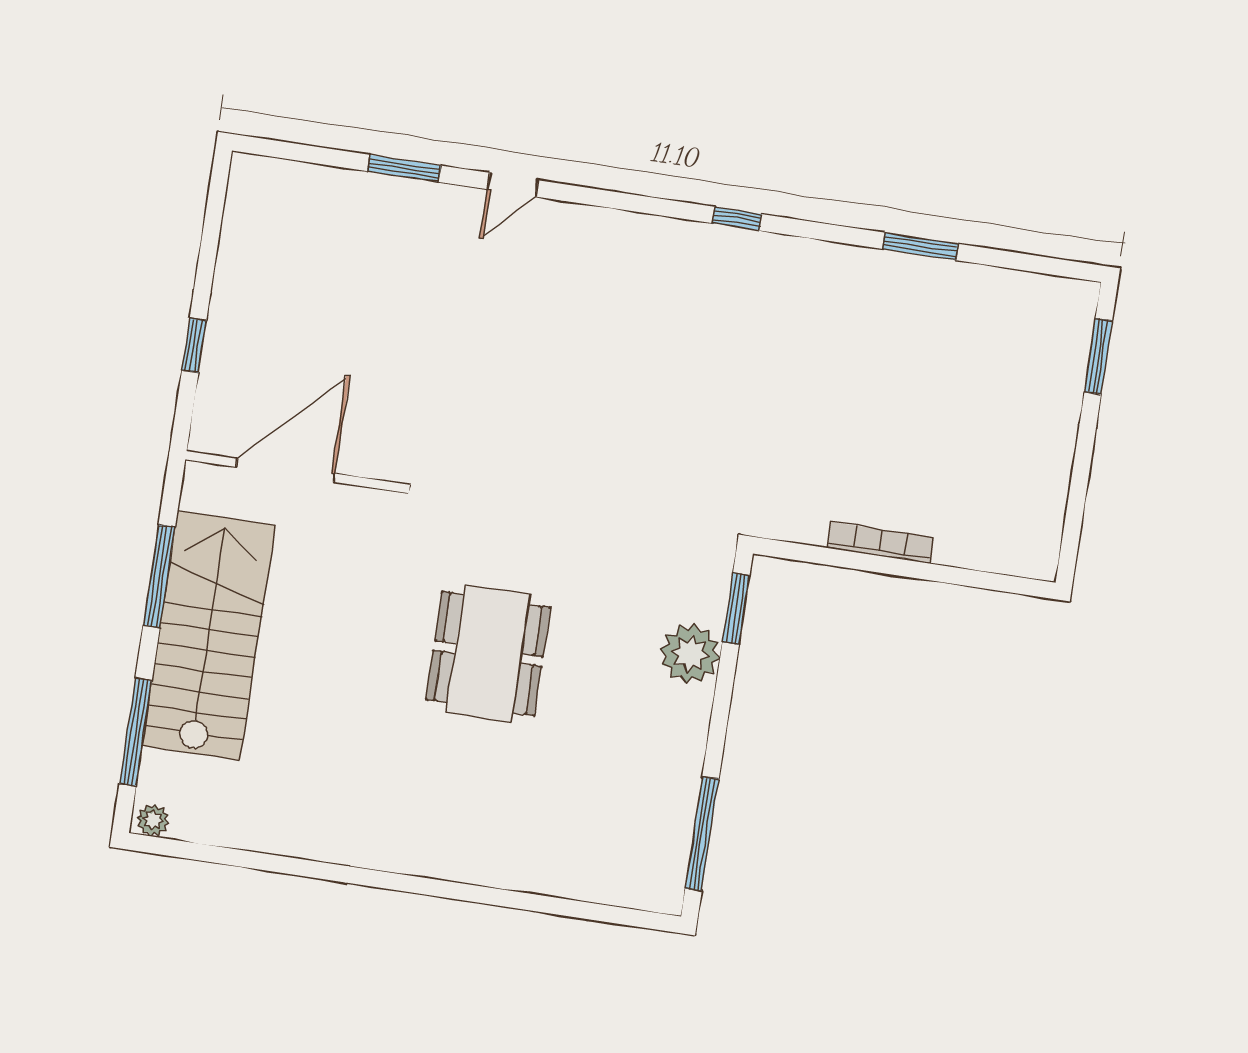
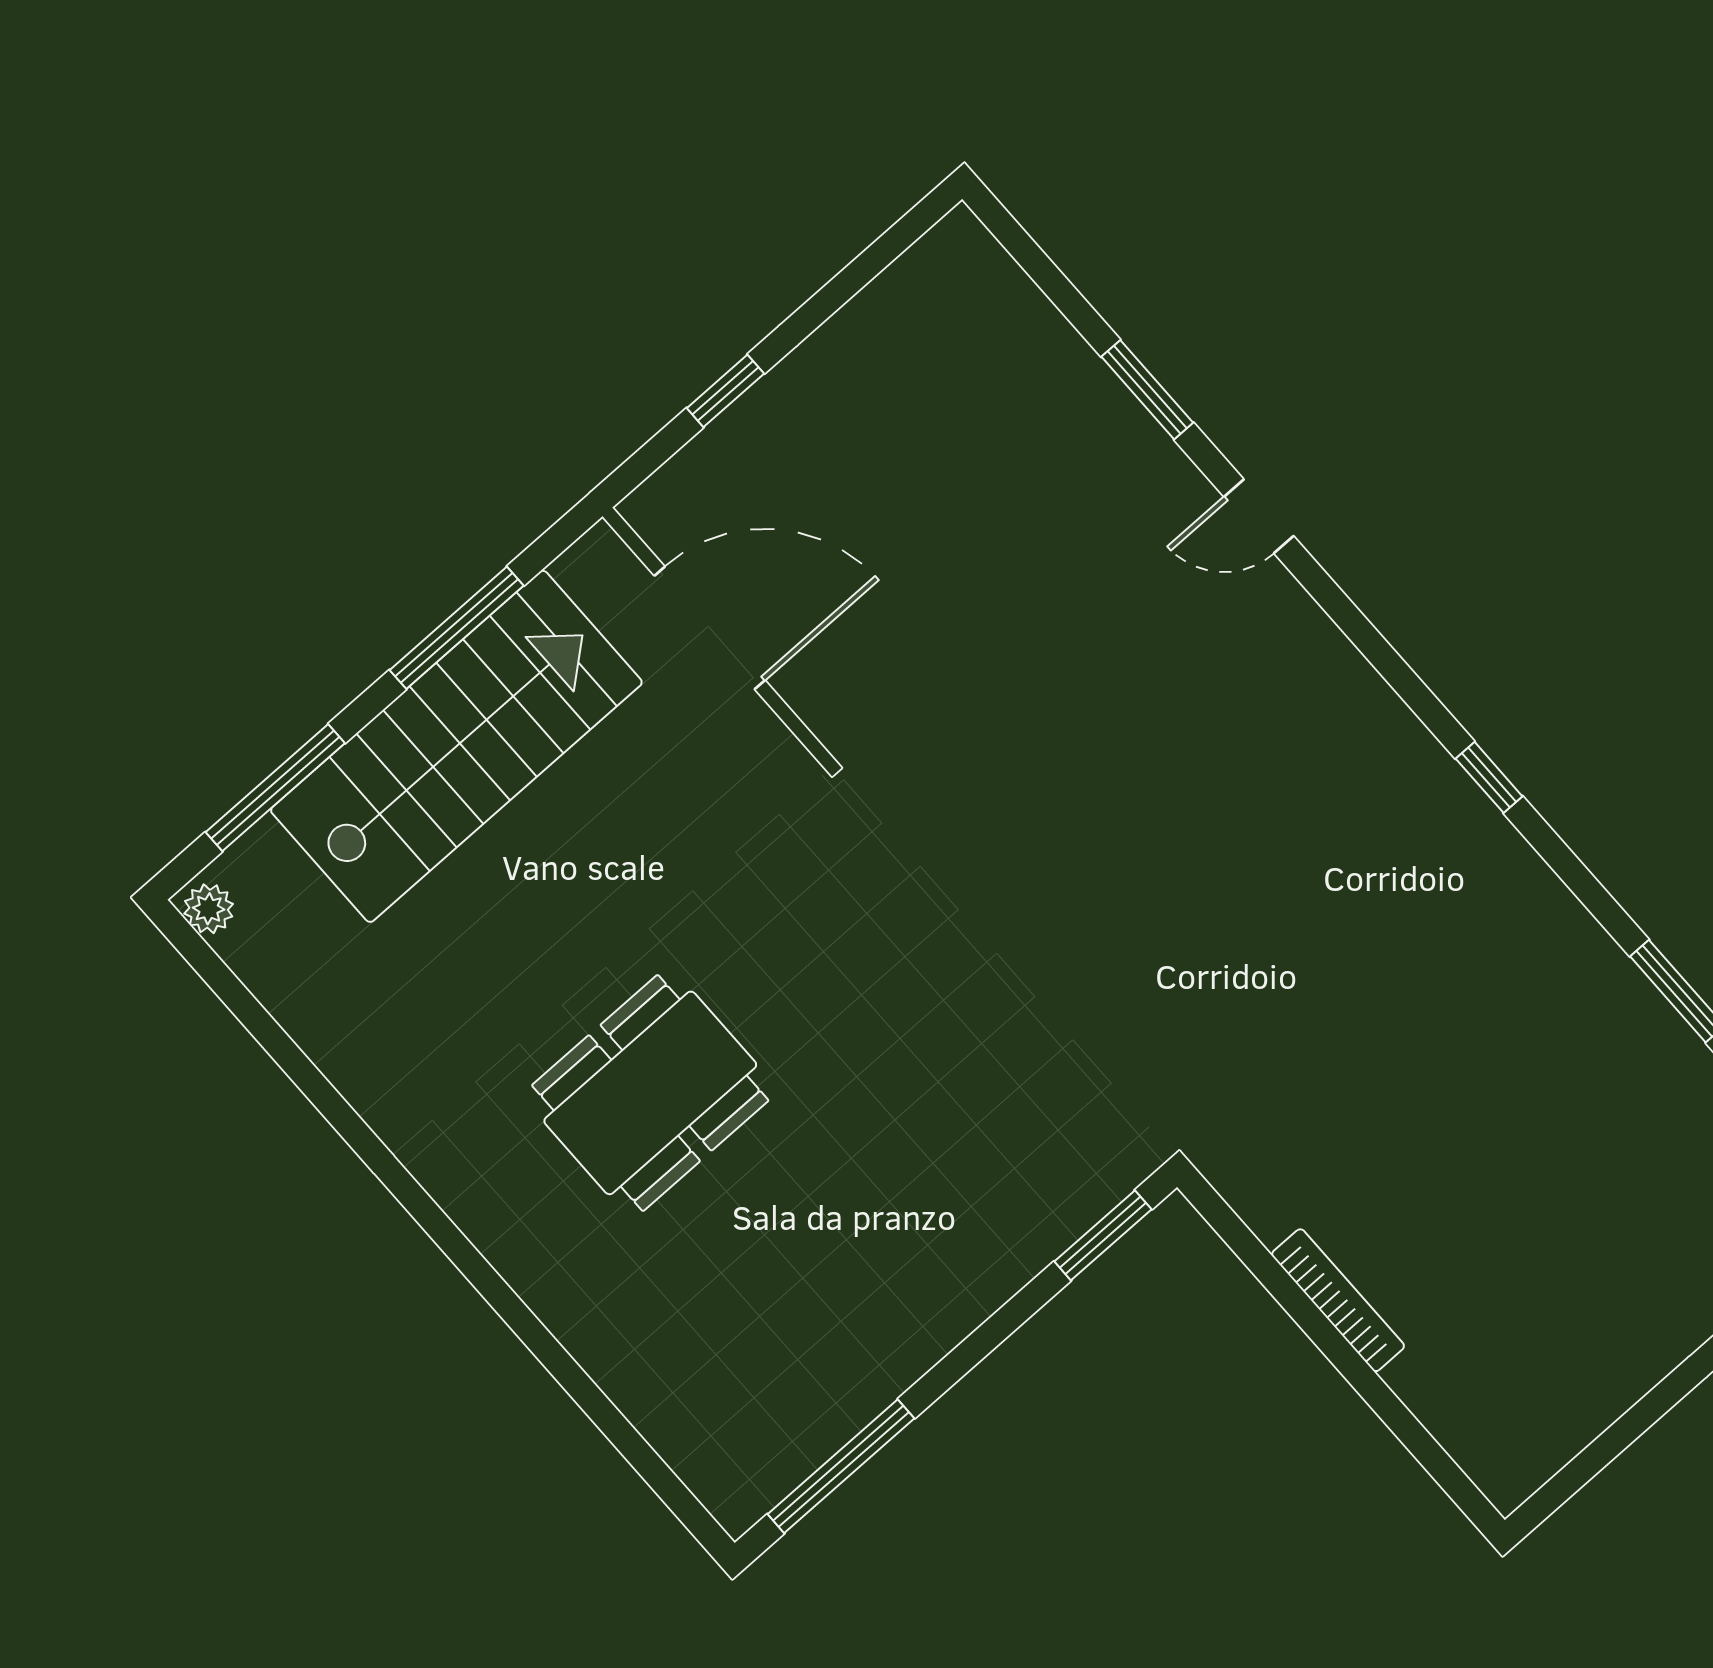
dining table: (488, 653) -> (650, 1093), moved
plant: (690, 654) -> (1005, 1243), removed

